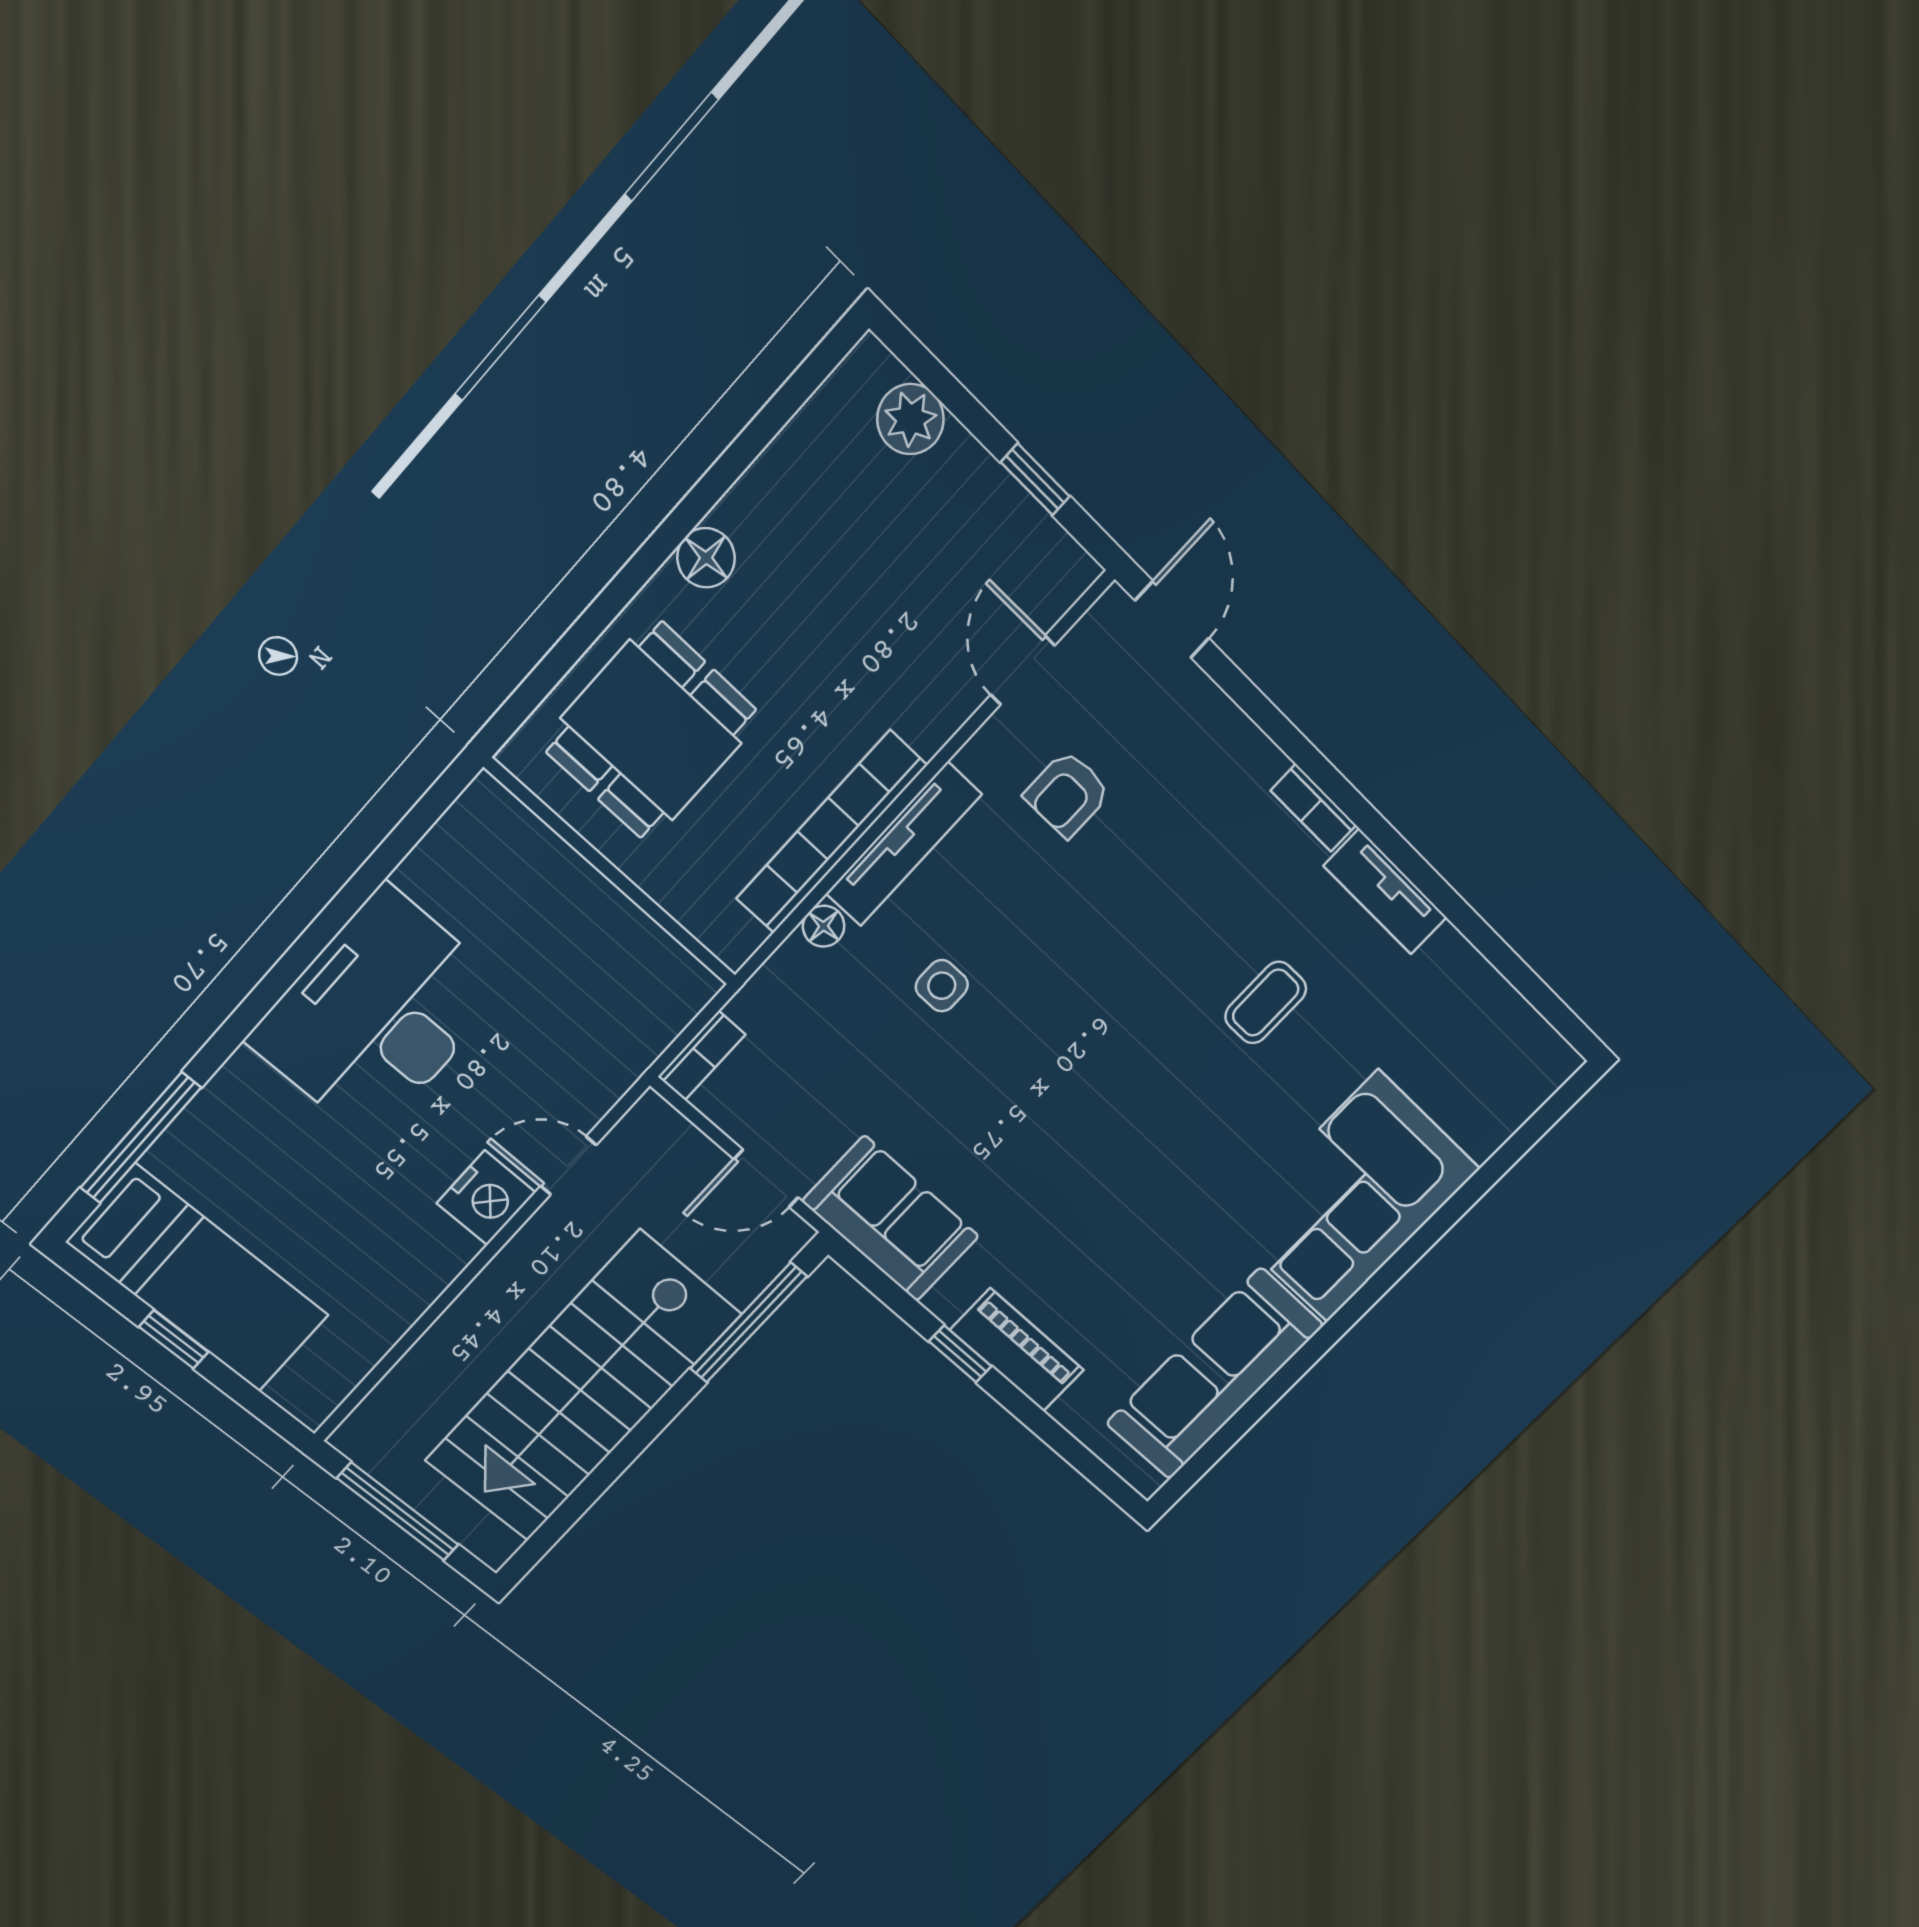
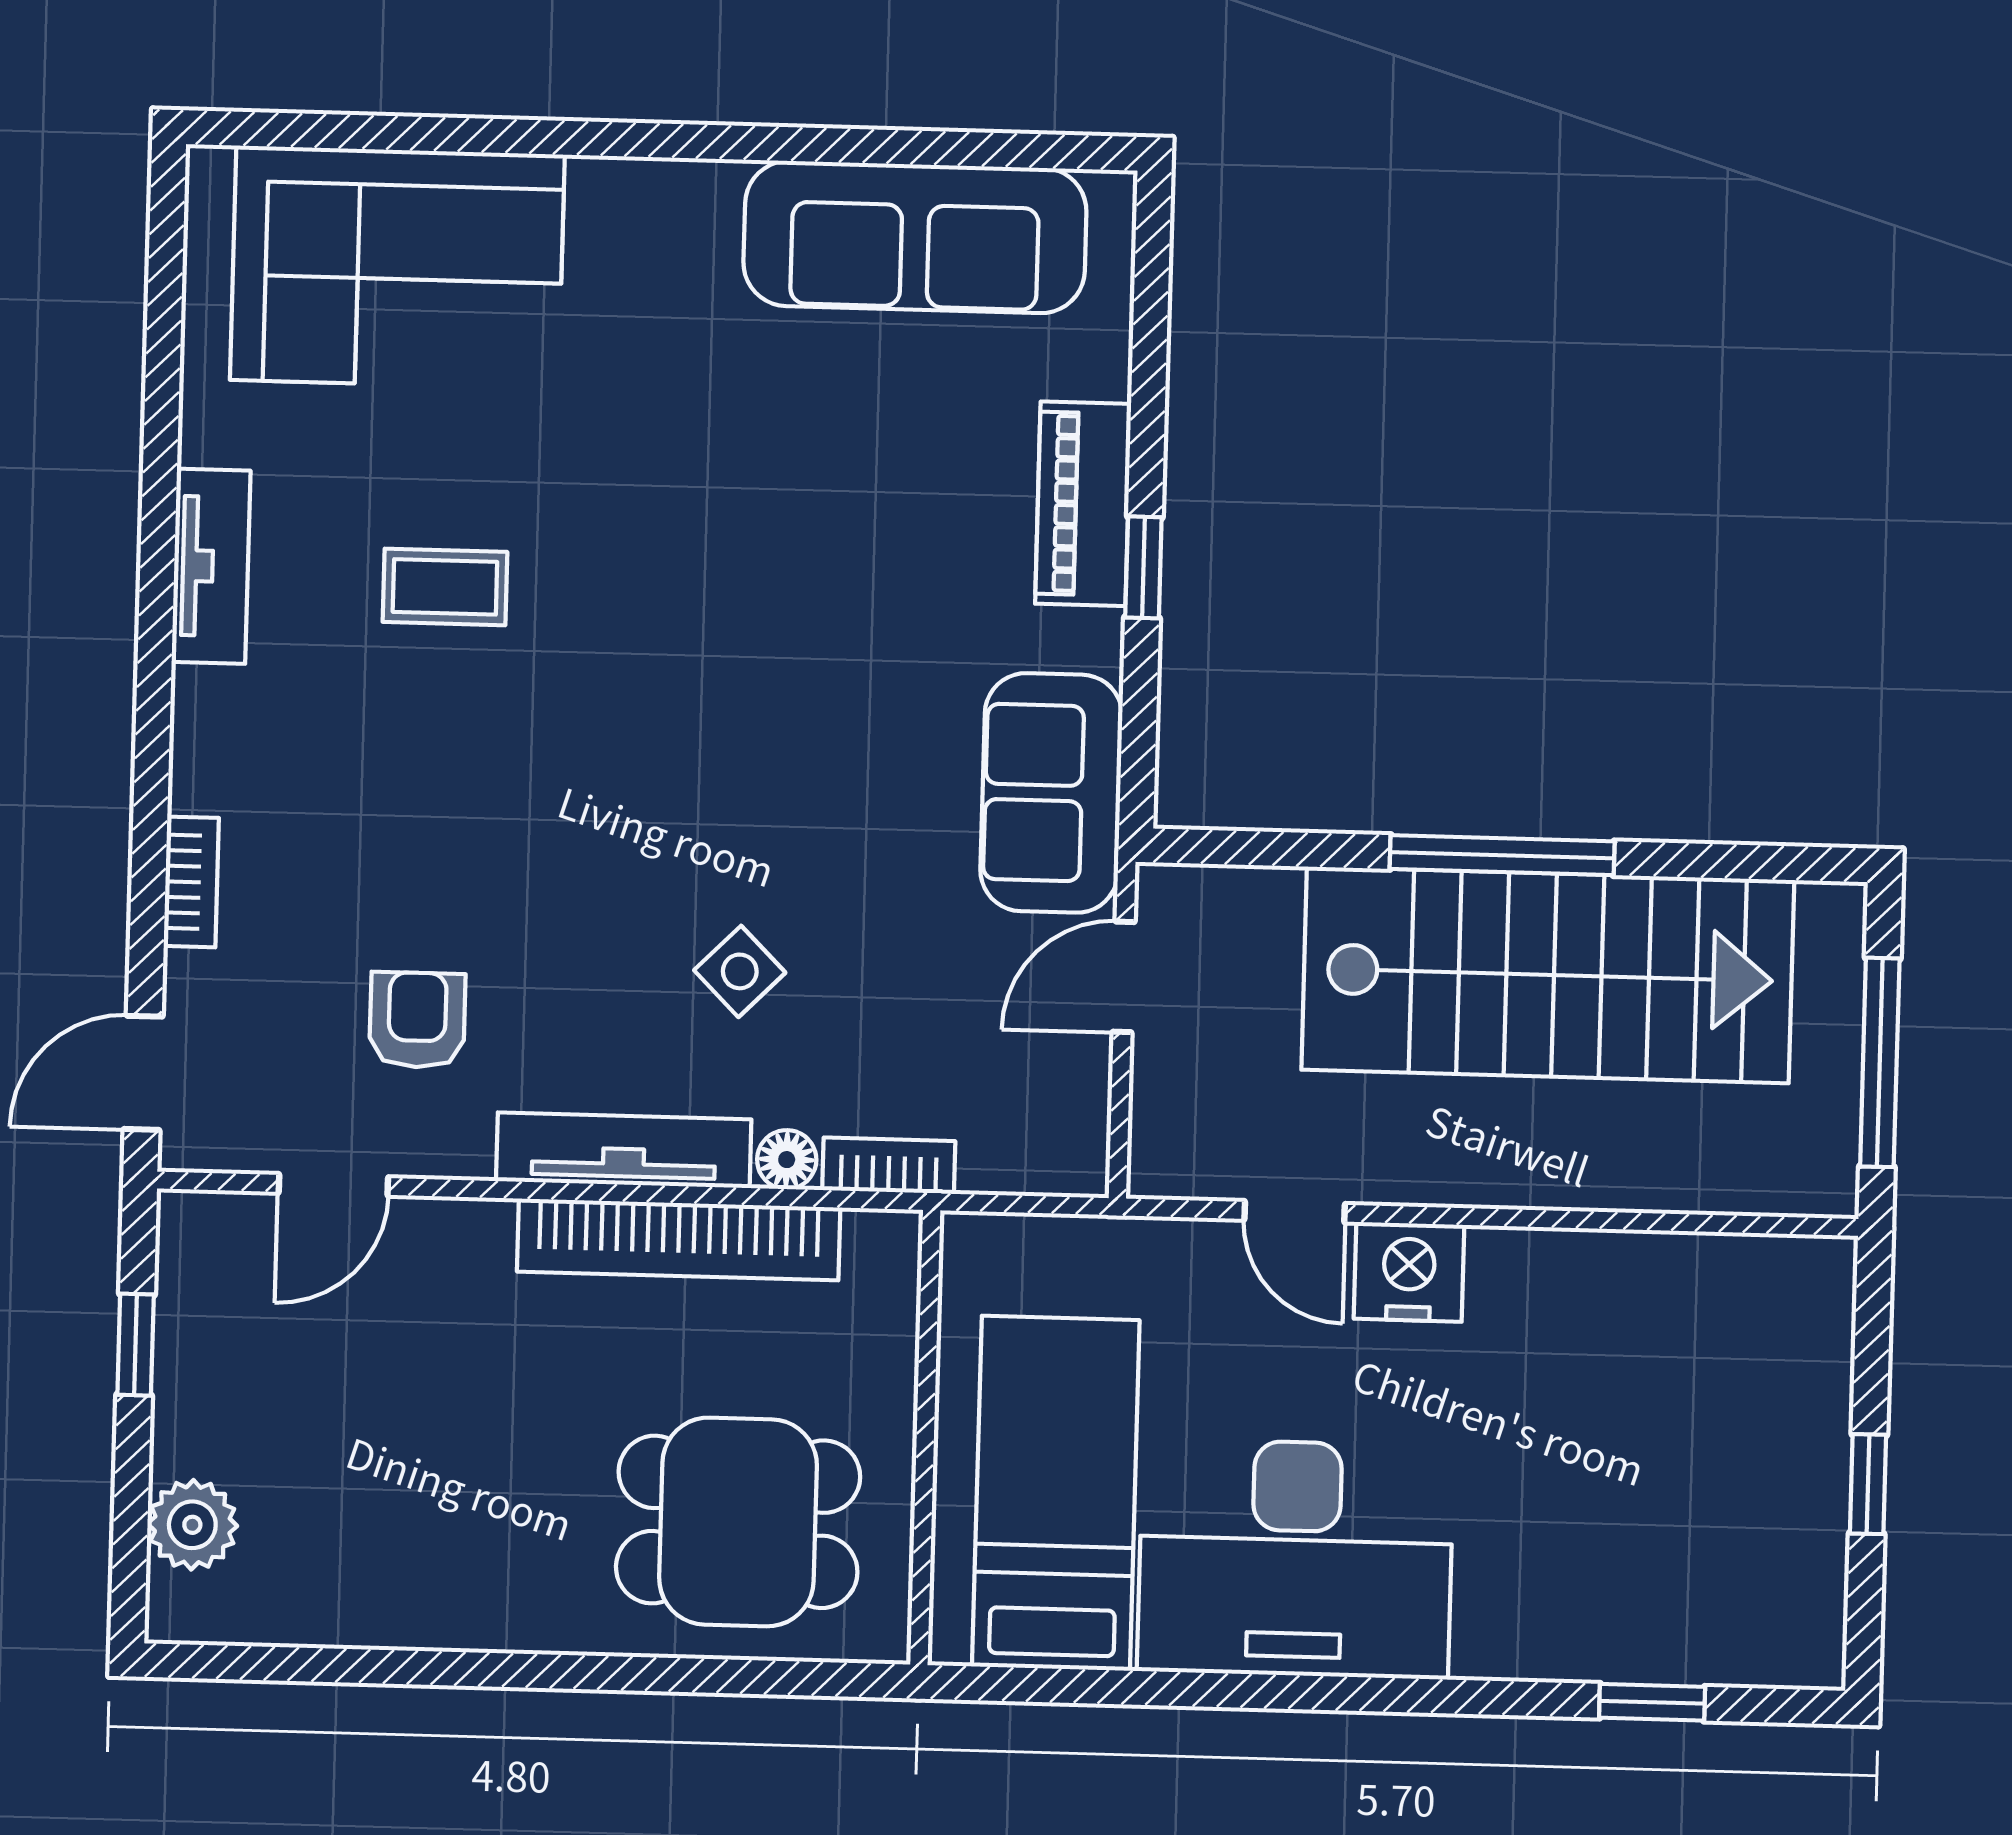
floor lamp: (706, 558) -> (512, 1615), removed
armchair: (1067, 794) -> (417, 1020), turned -90
bookcase: (1314, 808) -> (191, 882), moved
side table: (942, 986) -> (740, 971), turned 45
bookcase: (702, 1056) -> (889, 1166), moved
window: (141, 1138) -> (1652, 1702), width x0.46
door: (766, 1178) -> (1124, 977), swing flipped
corner sofa: (1352, 1197) -> (397, 267), moved
bed: (198, 1278) -> (1056, 1493), moved
window: (749, 1323) -> (1502, 855), moved

